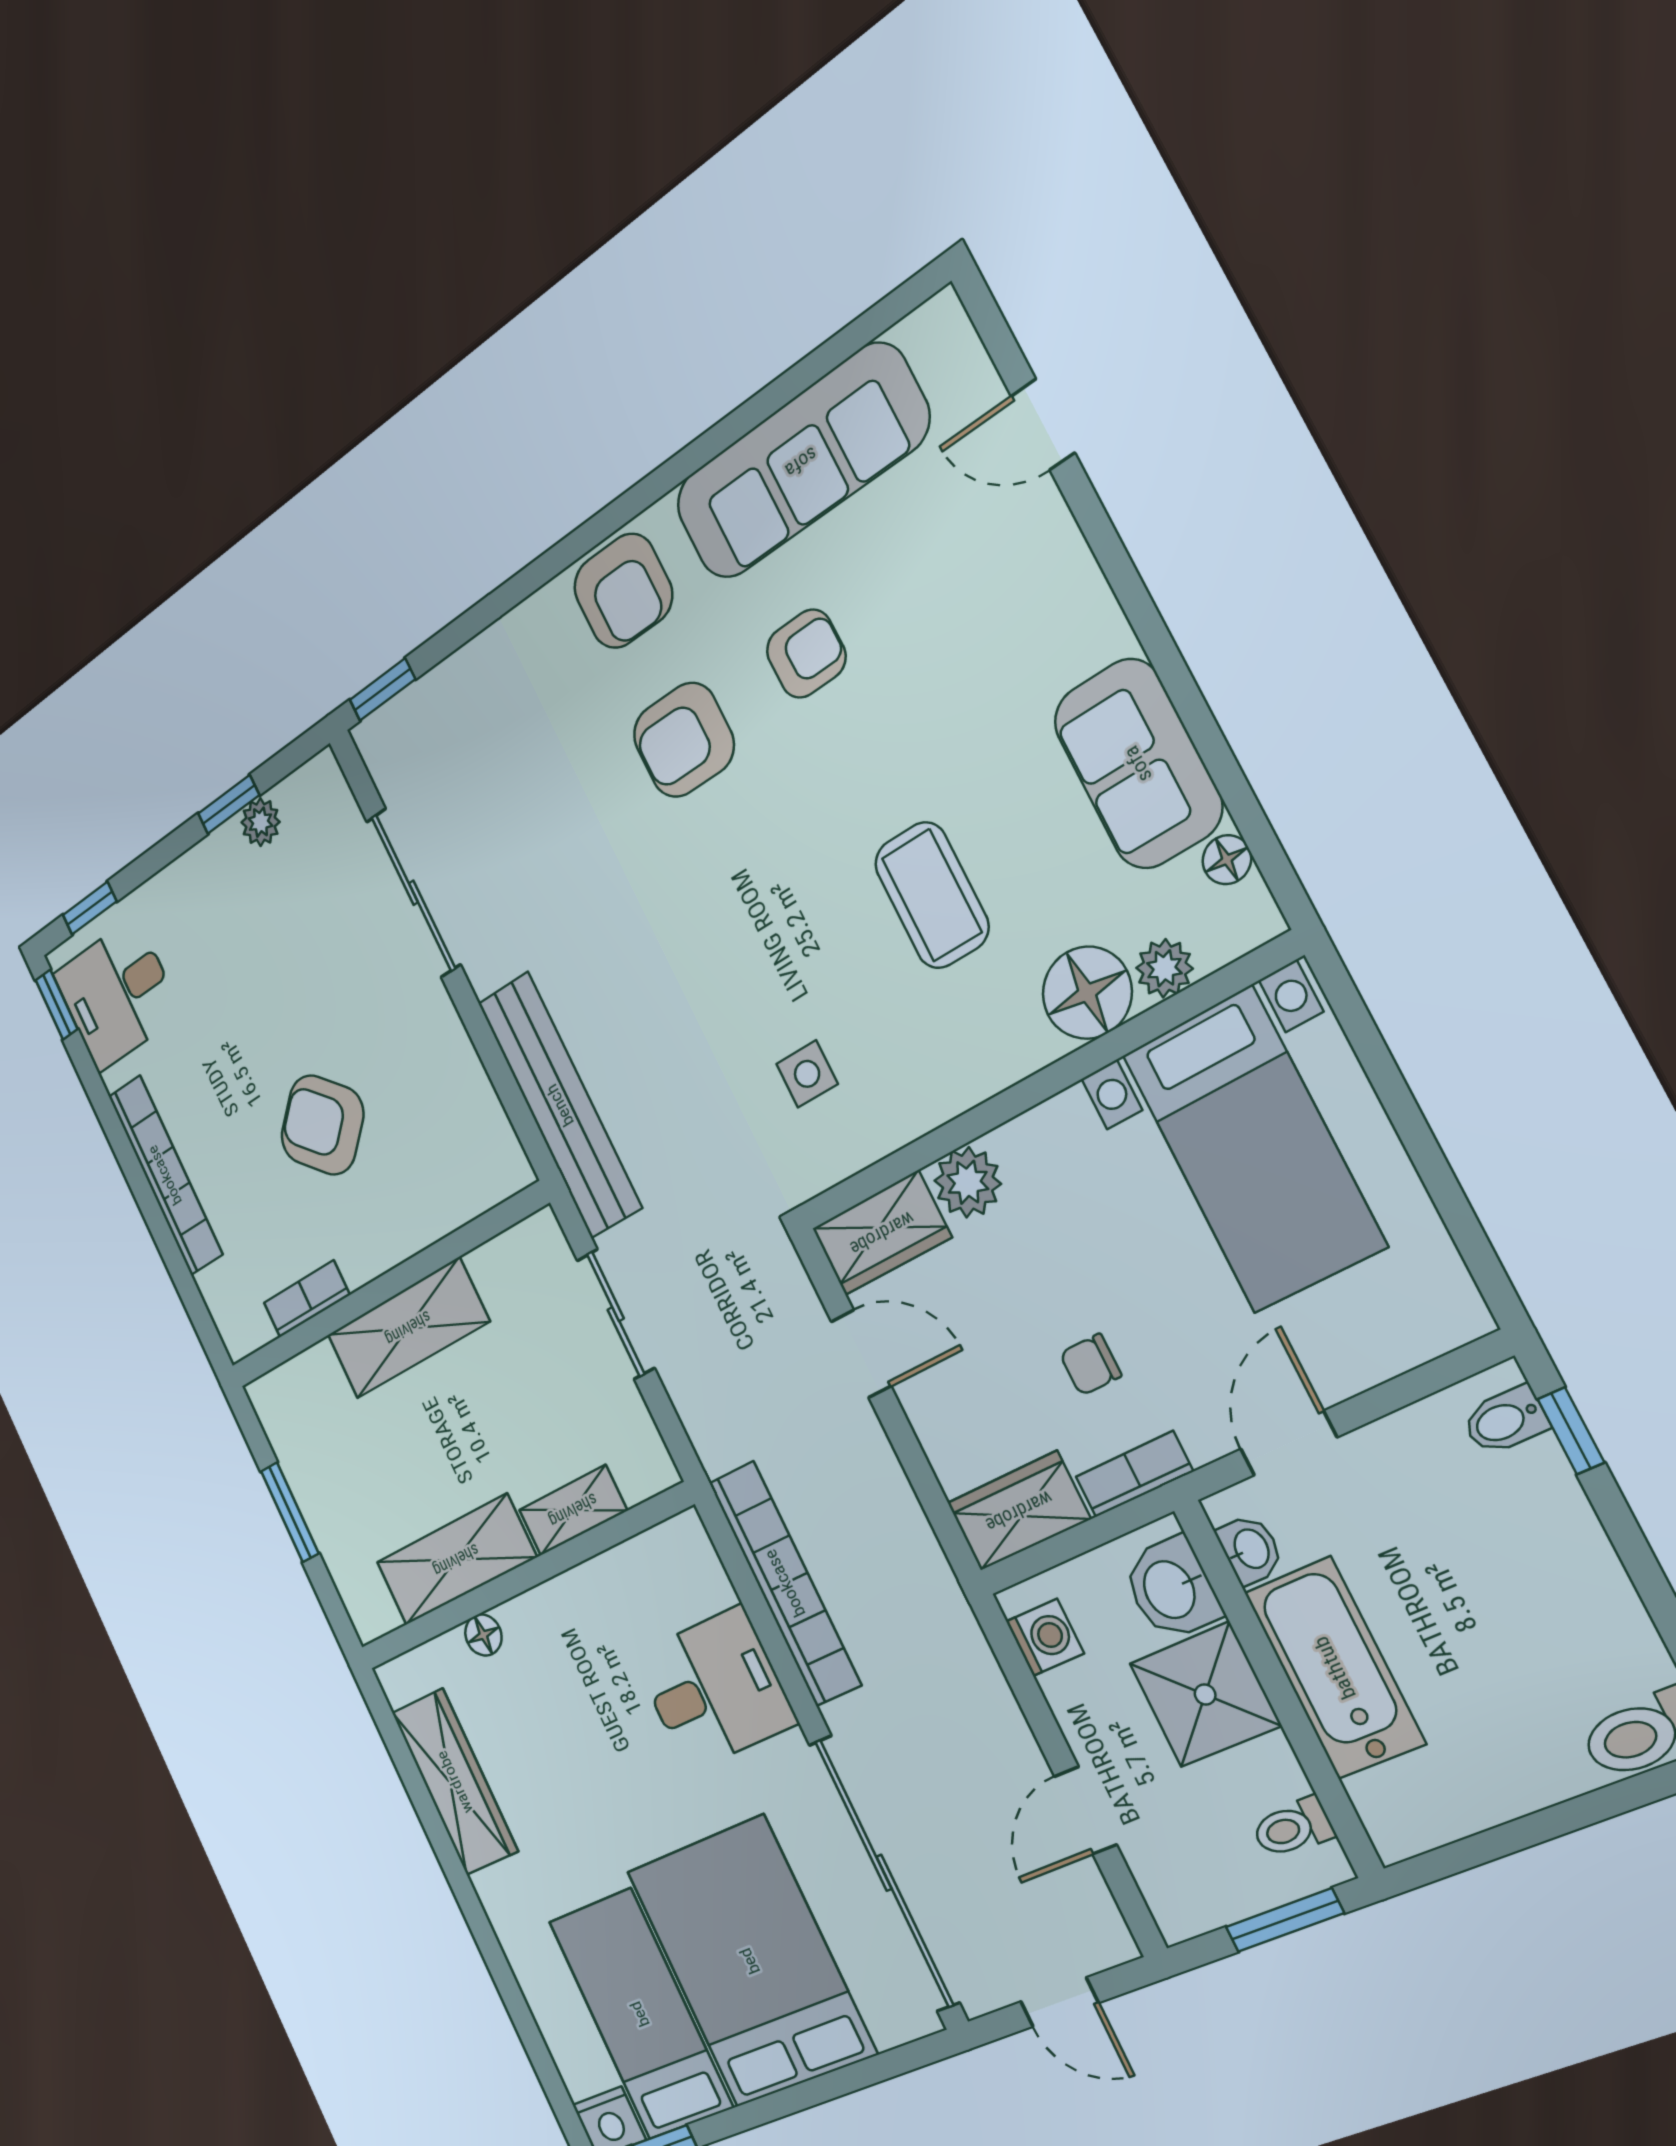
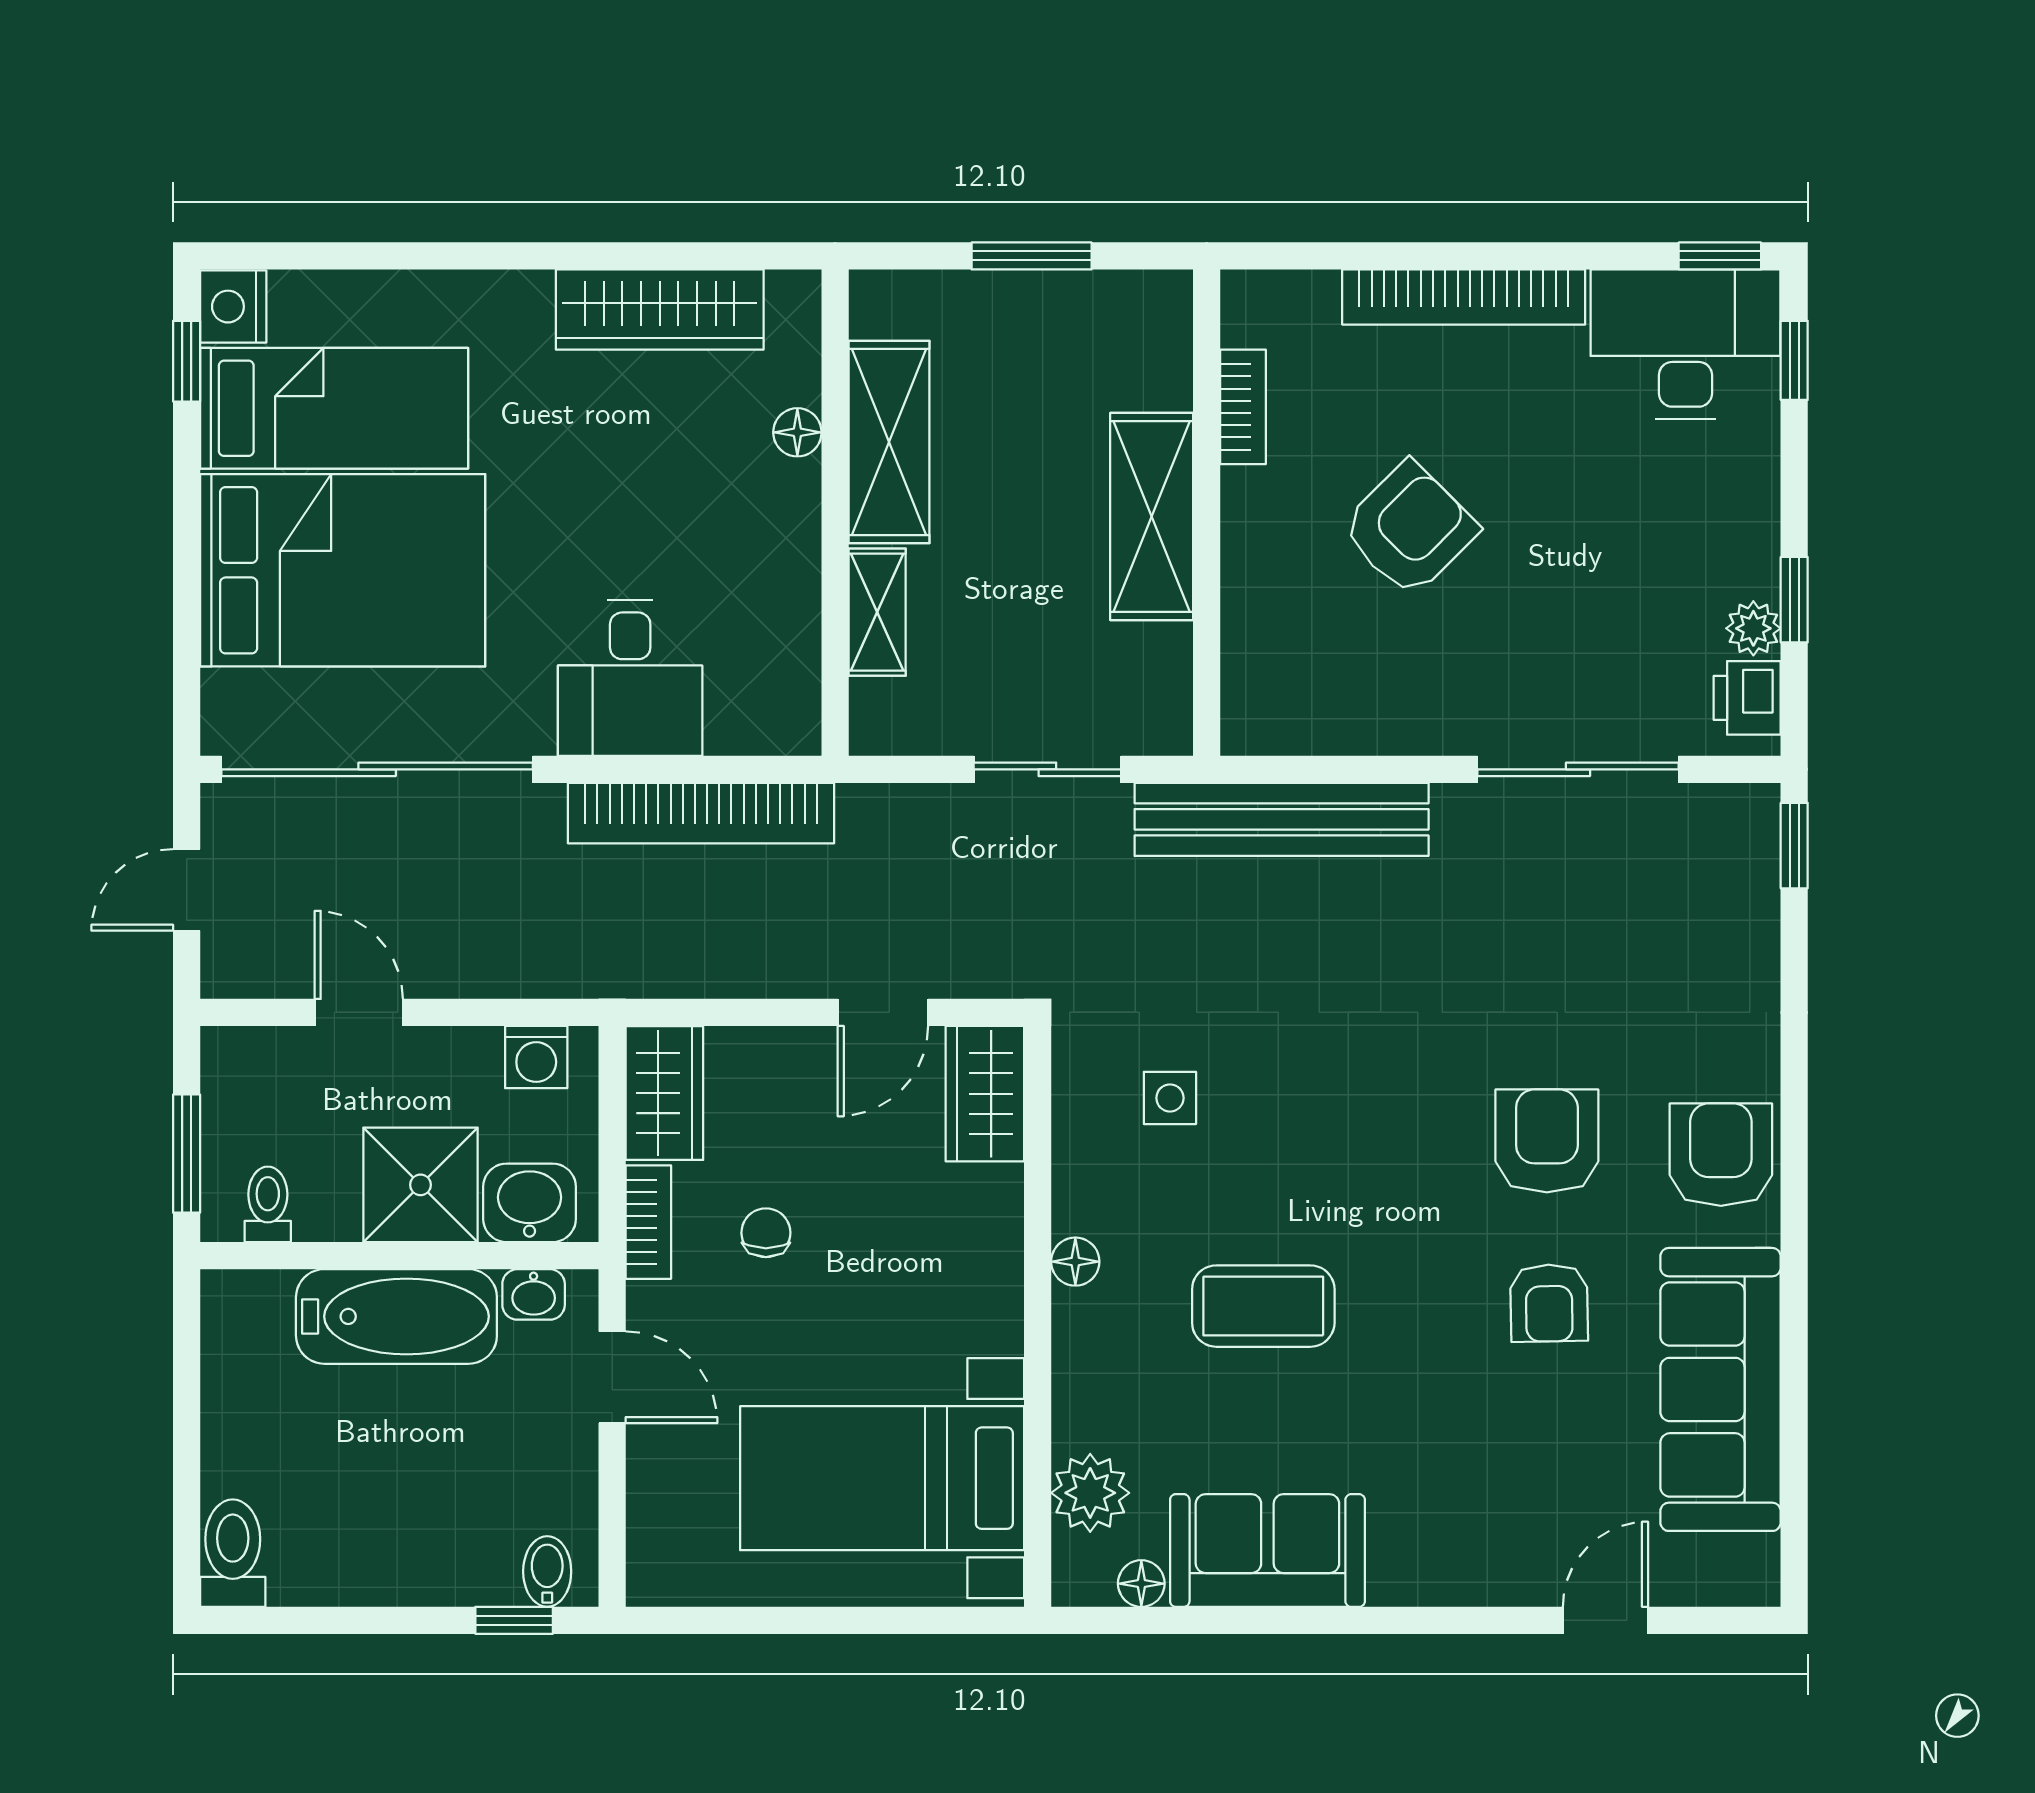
armchair: (623, 591) -> (1721, 1155), turned 90
printer: (306, 795) -> (1747, 698), added
plant: (1164, 968) -> (1090, 1493), width x1.38, depth x1.38
floor lamp: (1087, 993) -> (1075, 1262), moved, width x0.53, depth x0.53
desk: (117, 994) -> (1685, 344), width x1.37
plant: (968, 1182) -> (988, 1203), removed

